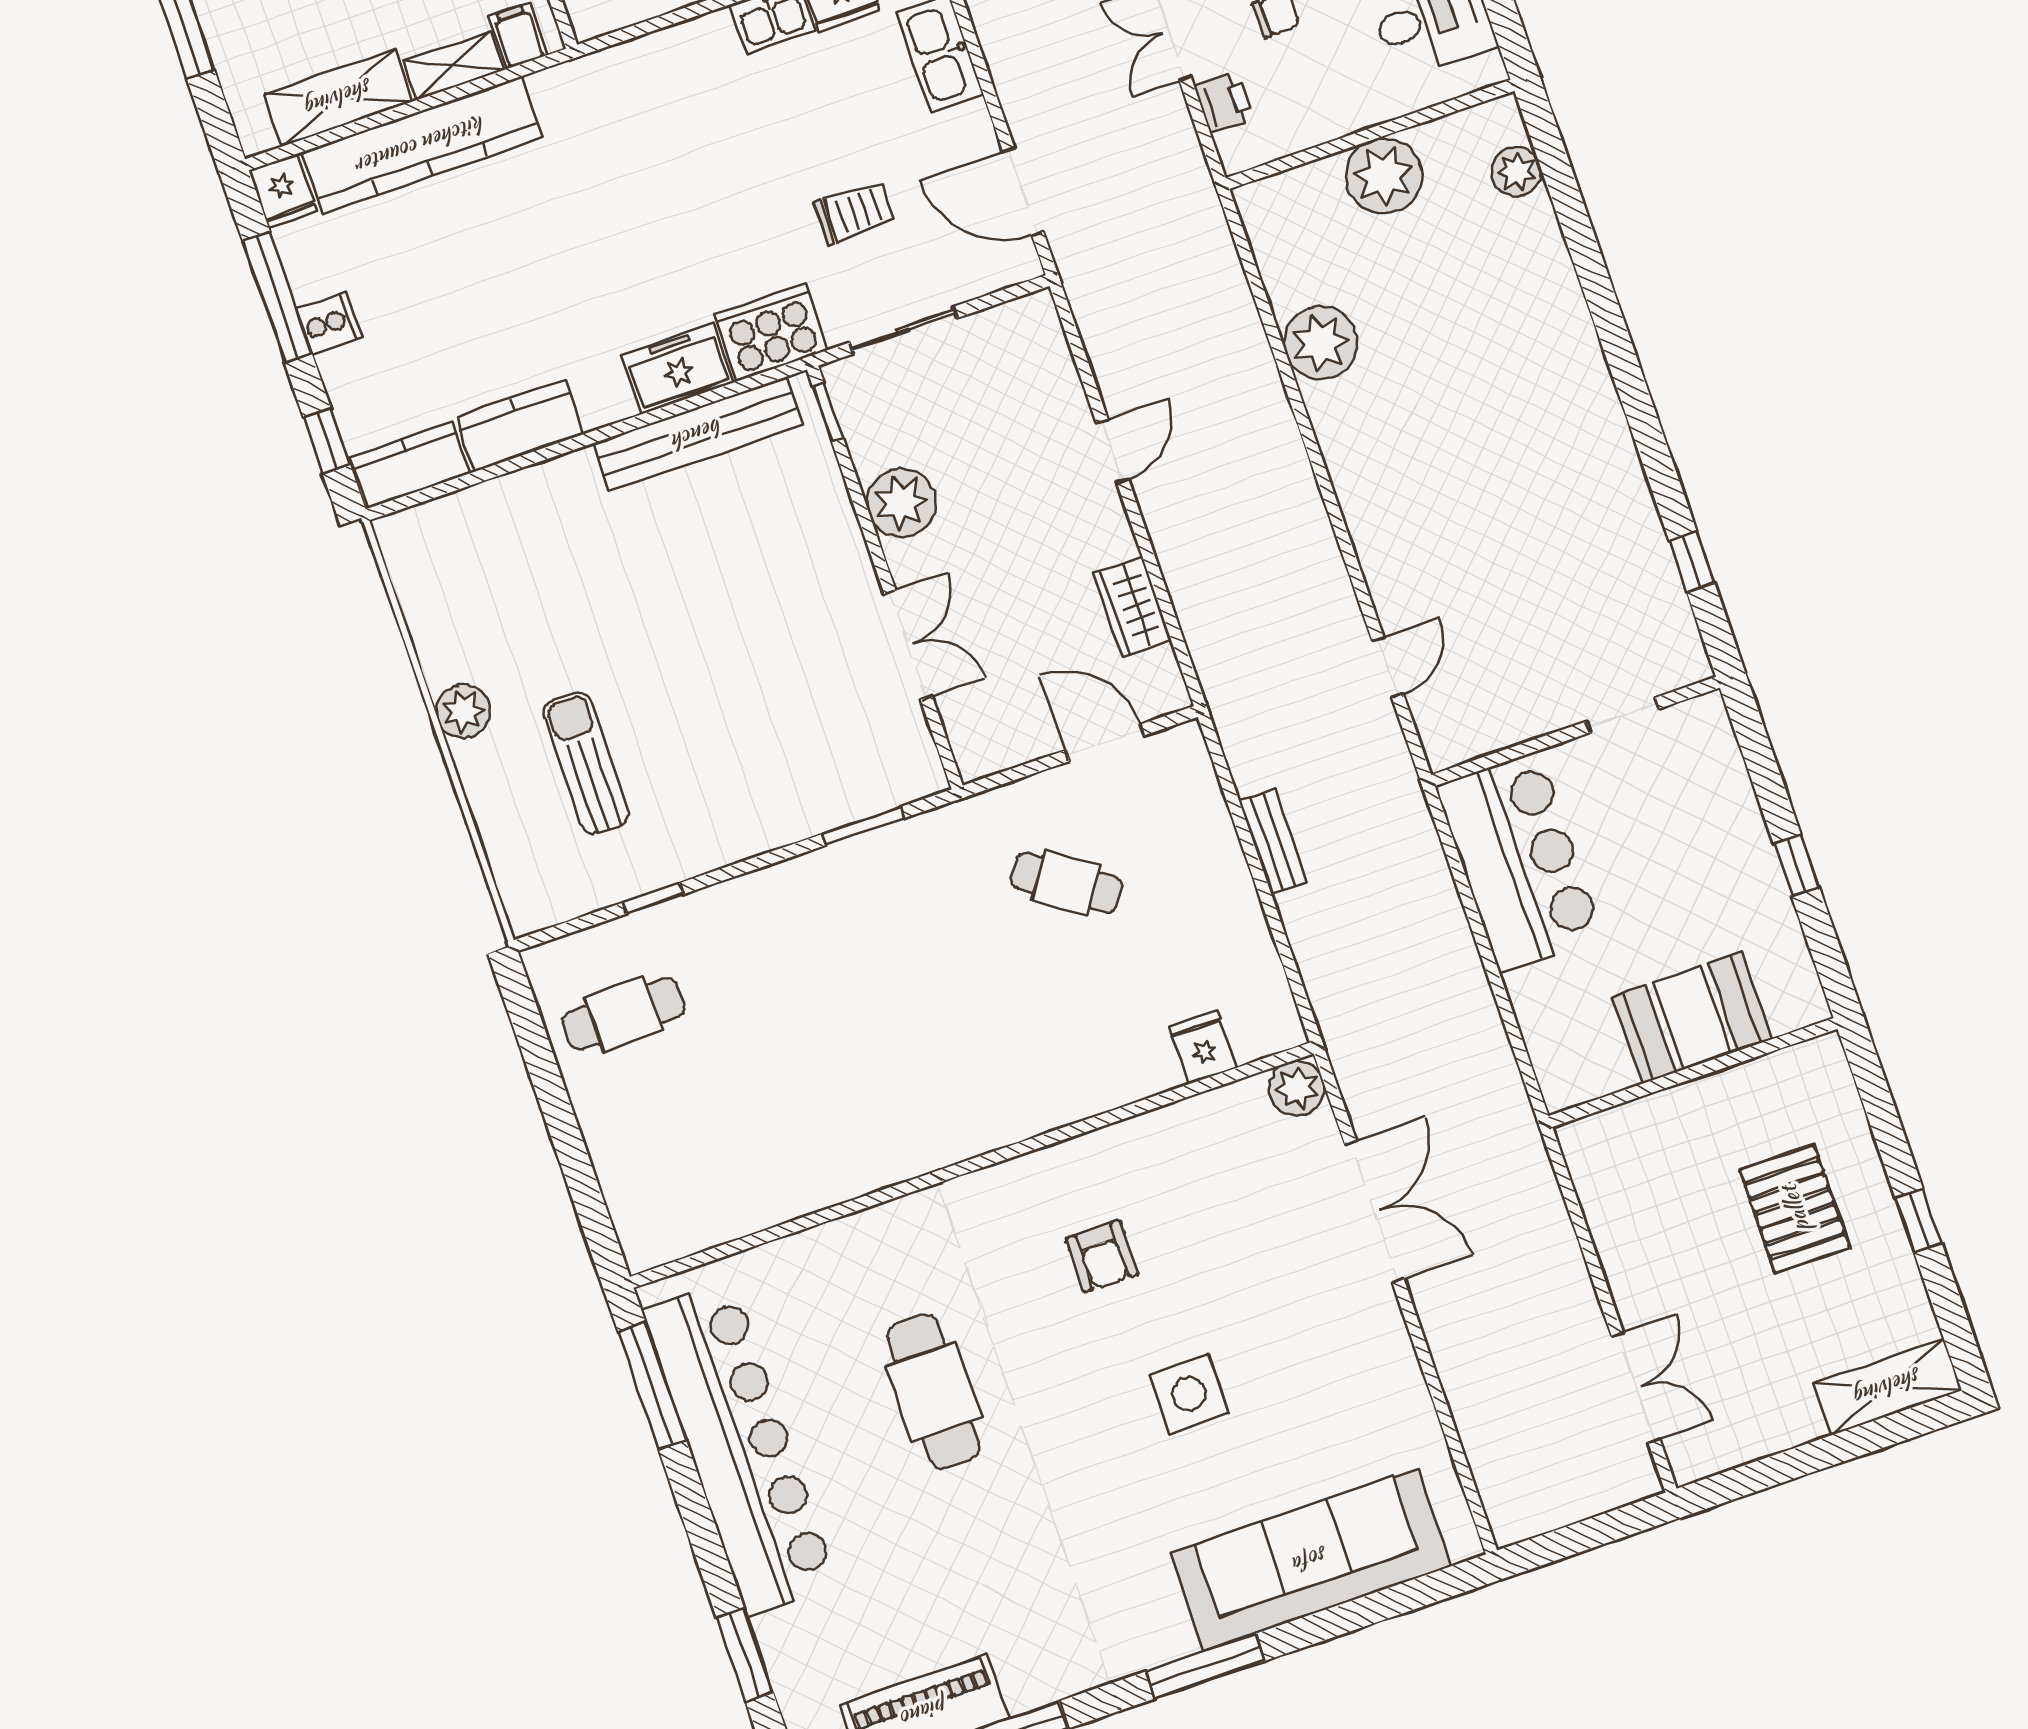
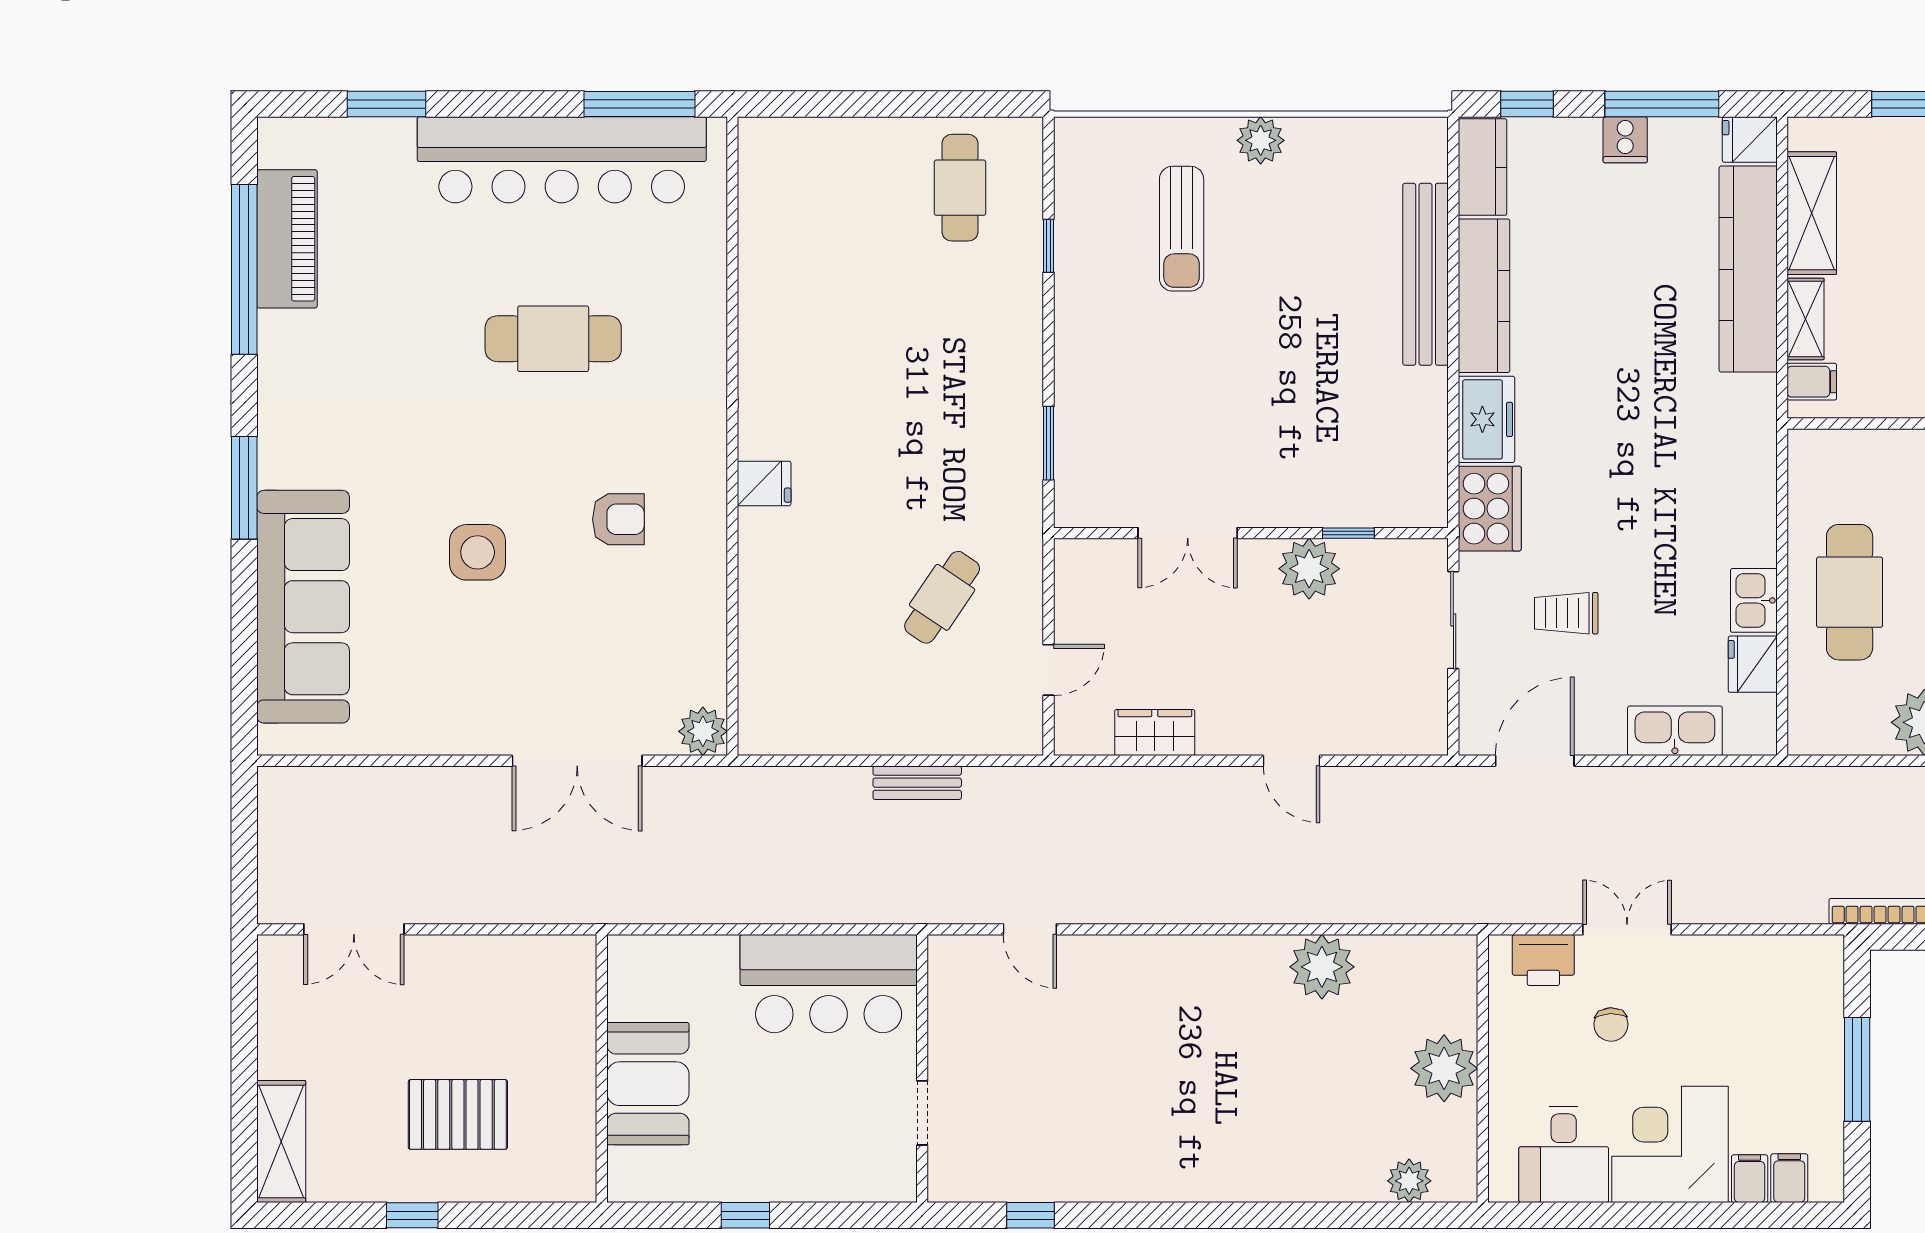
printer: (1224, 103) -> (1543, 960), width x1.36, depth x1.24
trolley: (855, 213) -> (1566, 613), turned 90
window: (828, 412) -> (1348, 533), moved
kitchen counter: (519, 426) -> (1484, 296), width x1.50
bench: (698, 434) -> (1426, 274), moved
door: (1105, 743) -> (1049, 670), width x0.73
sun lounger: (586, 763) -> (1182, 229), turned 90
fridge: (1203, 1048) -> (764, 483), moved
armchair: (1102, 1256) -> (618, 519), turned 180

